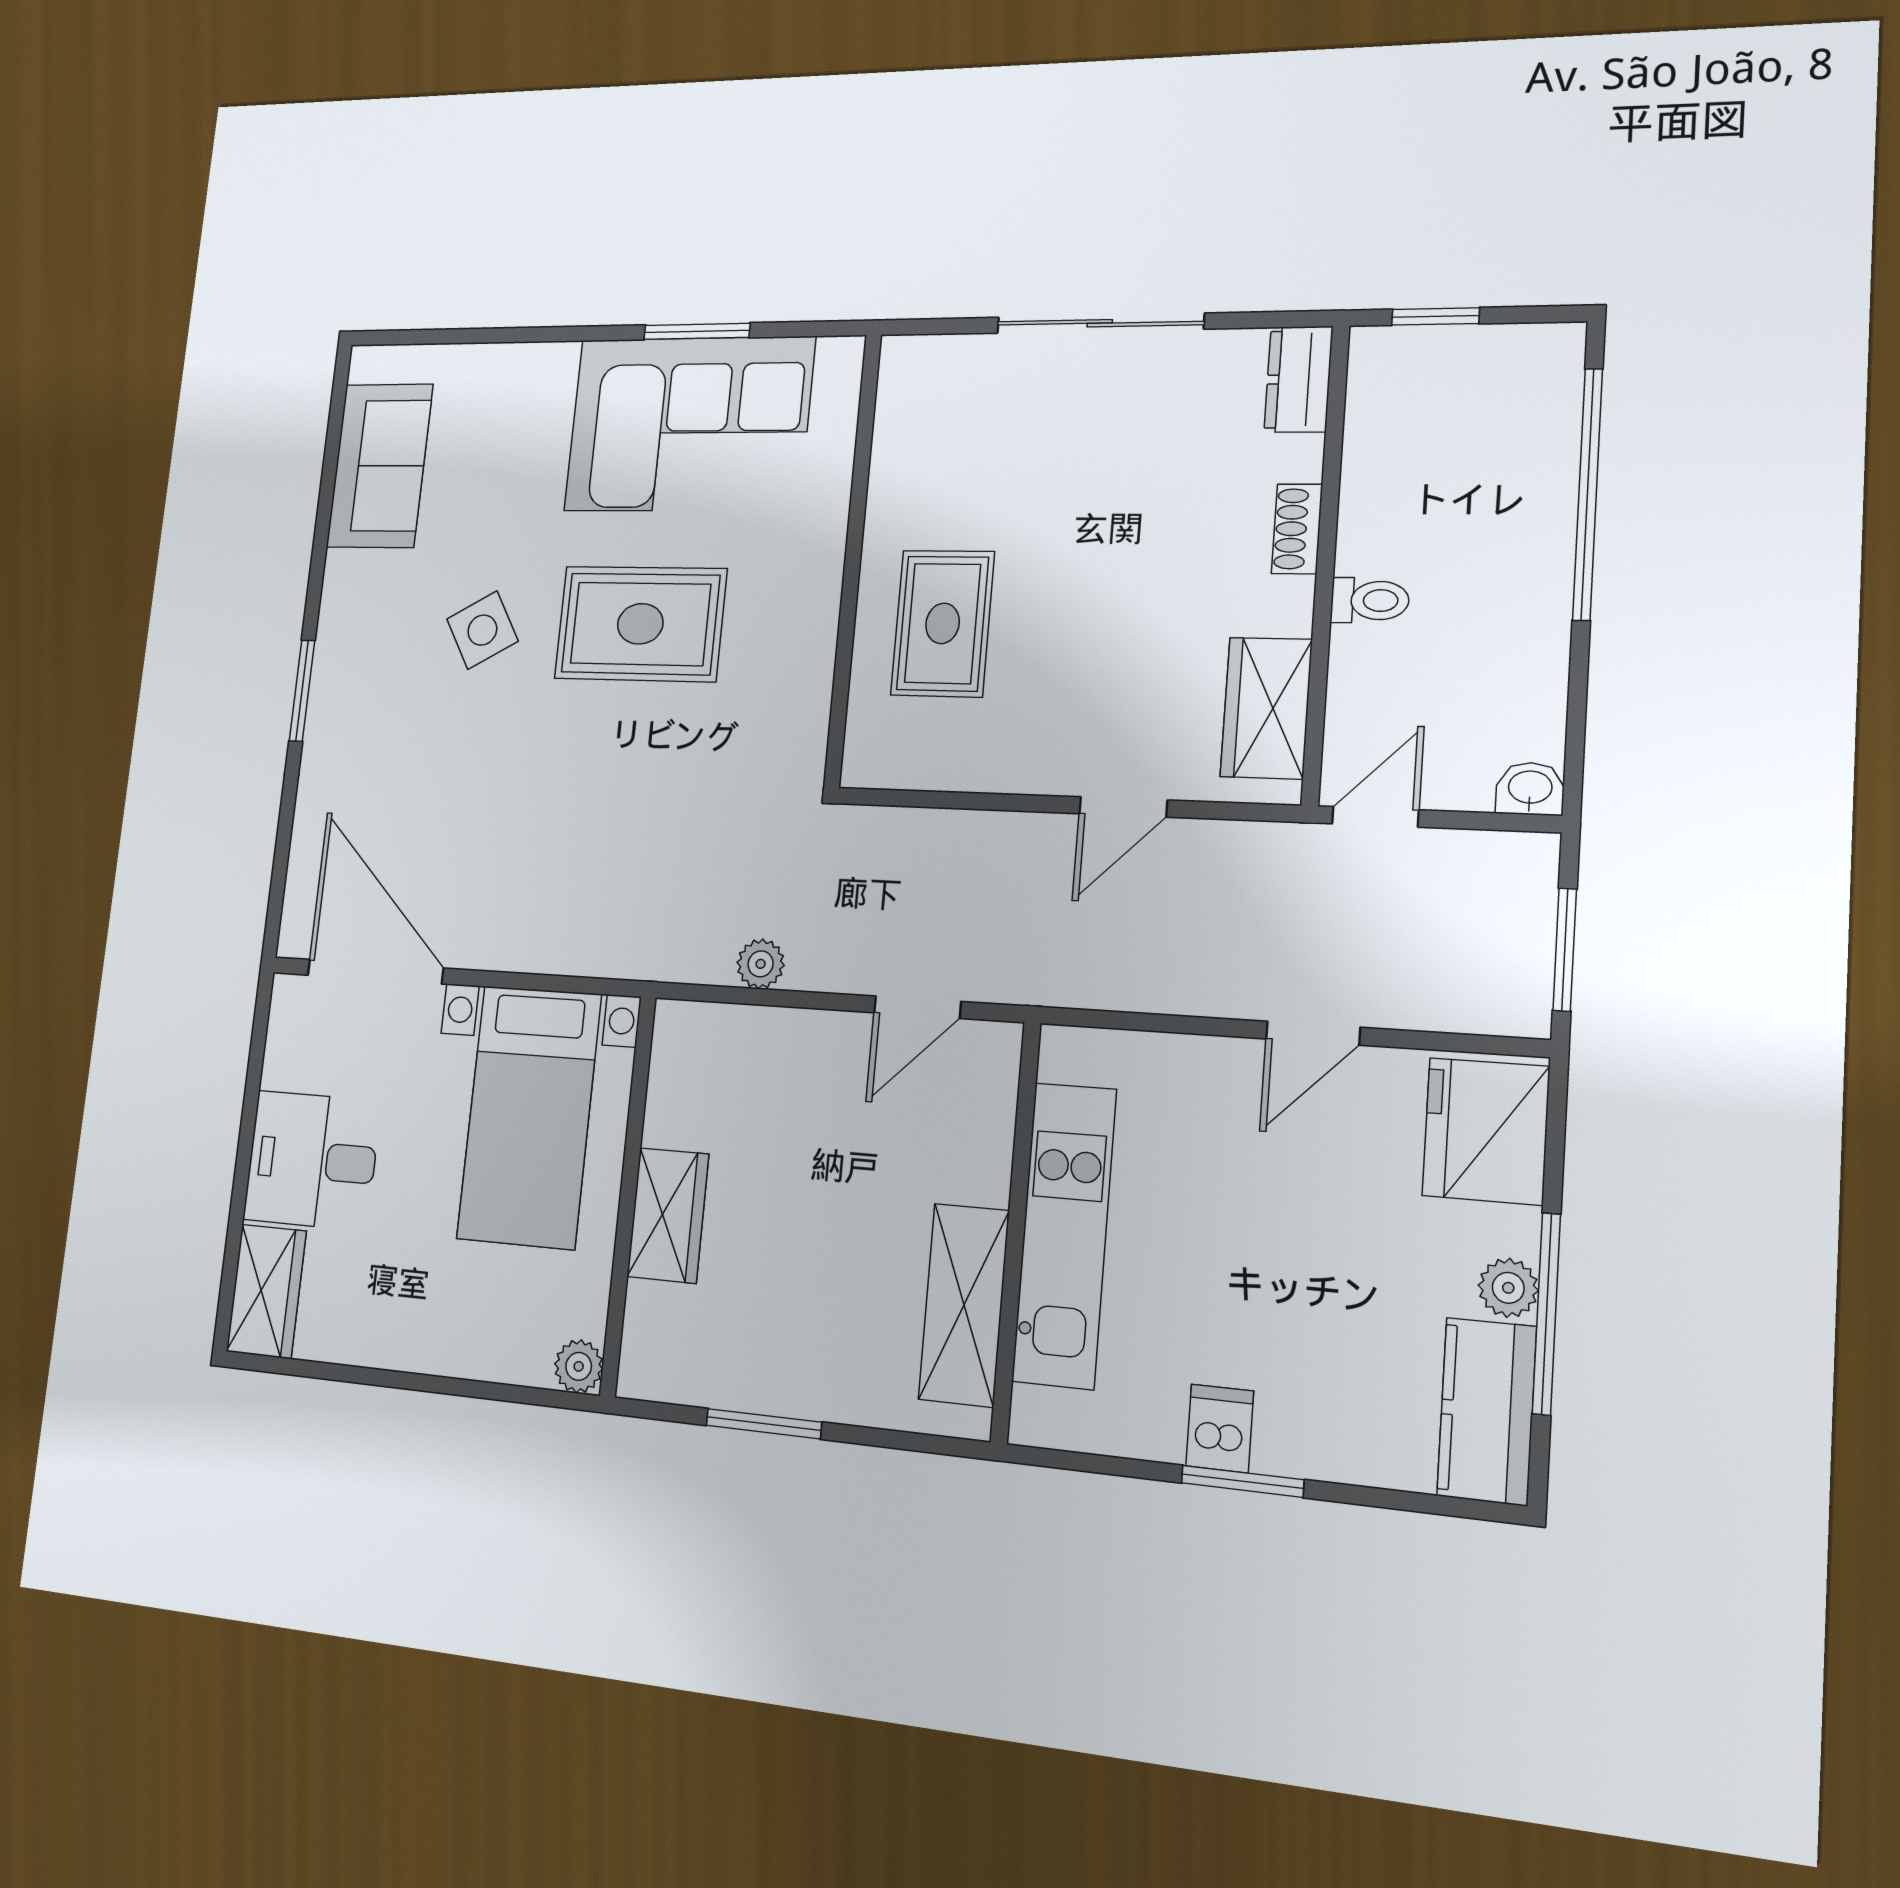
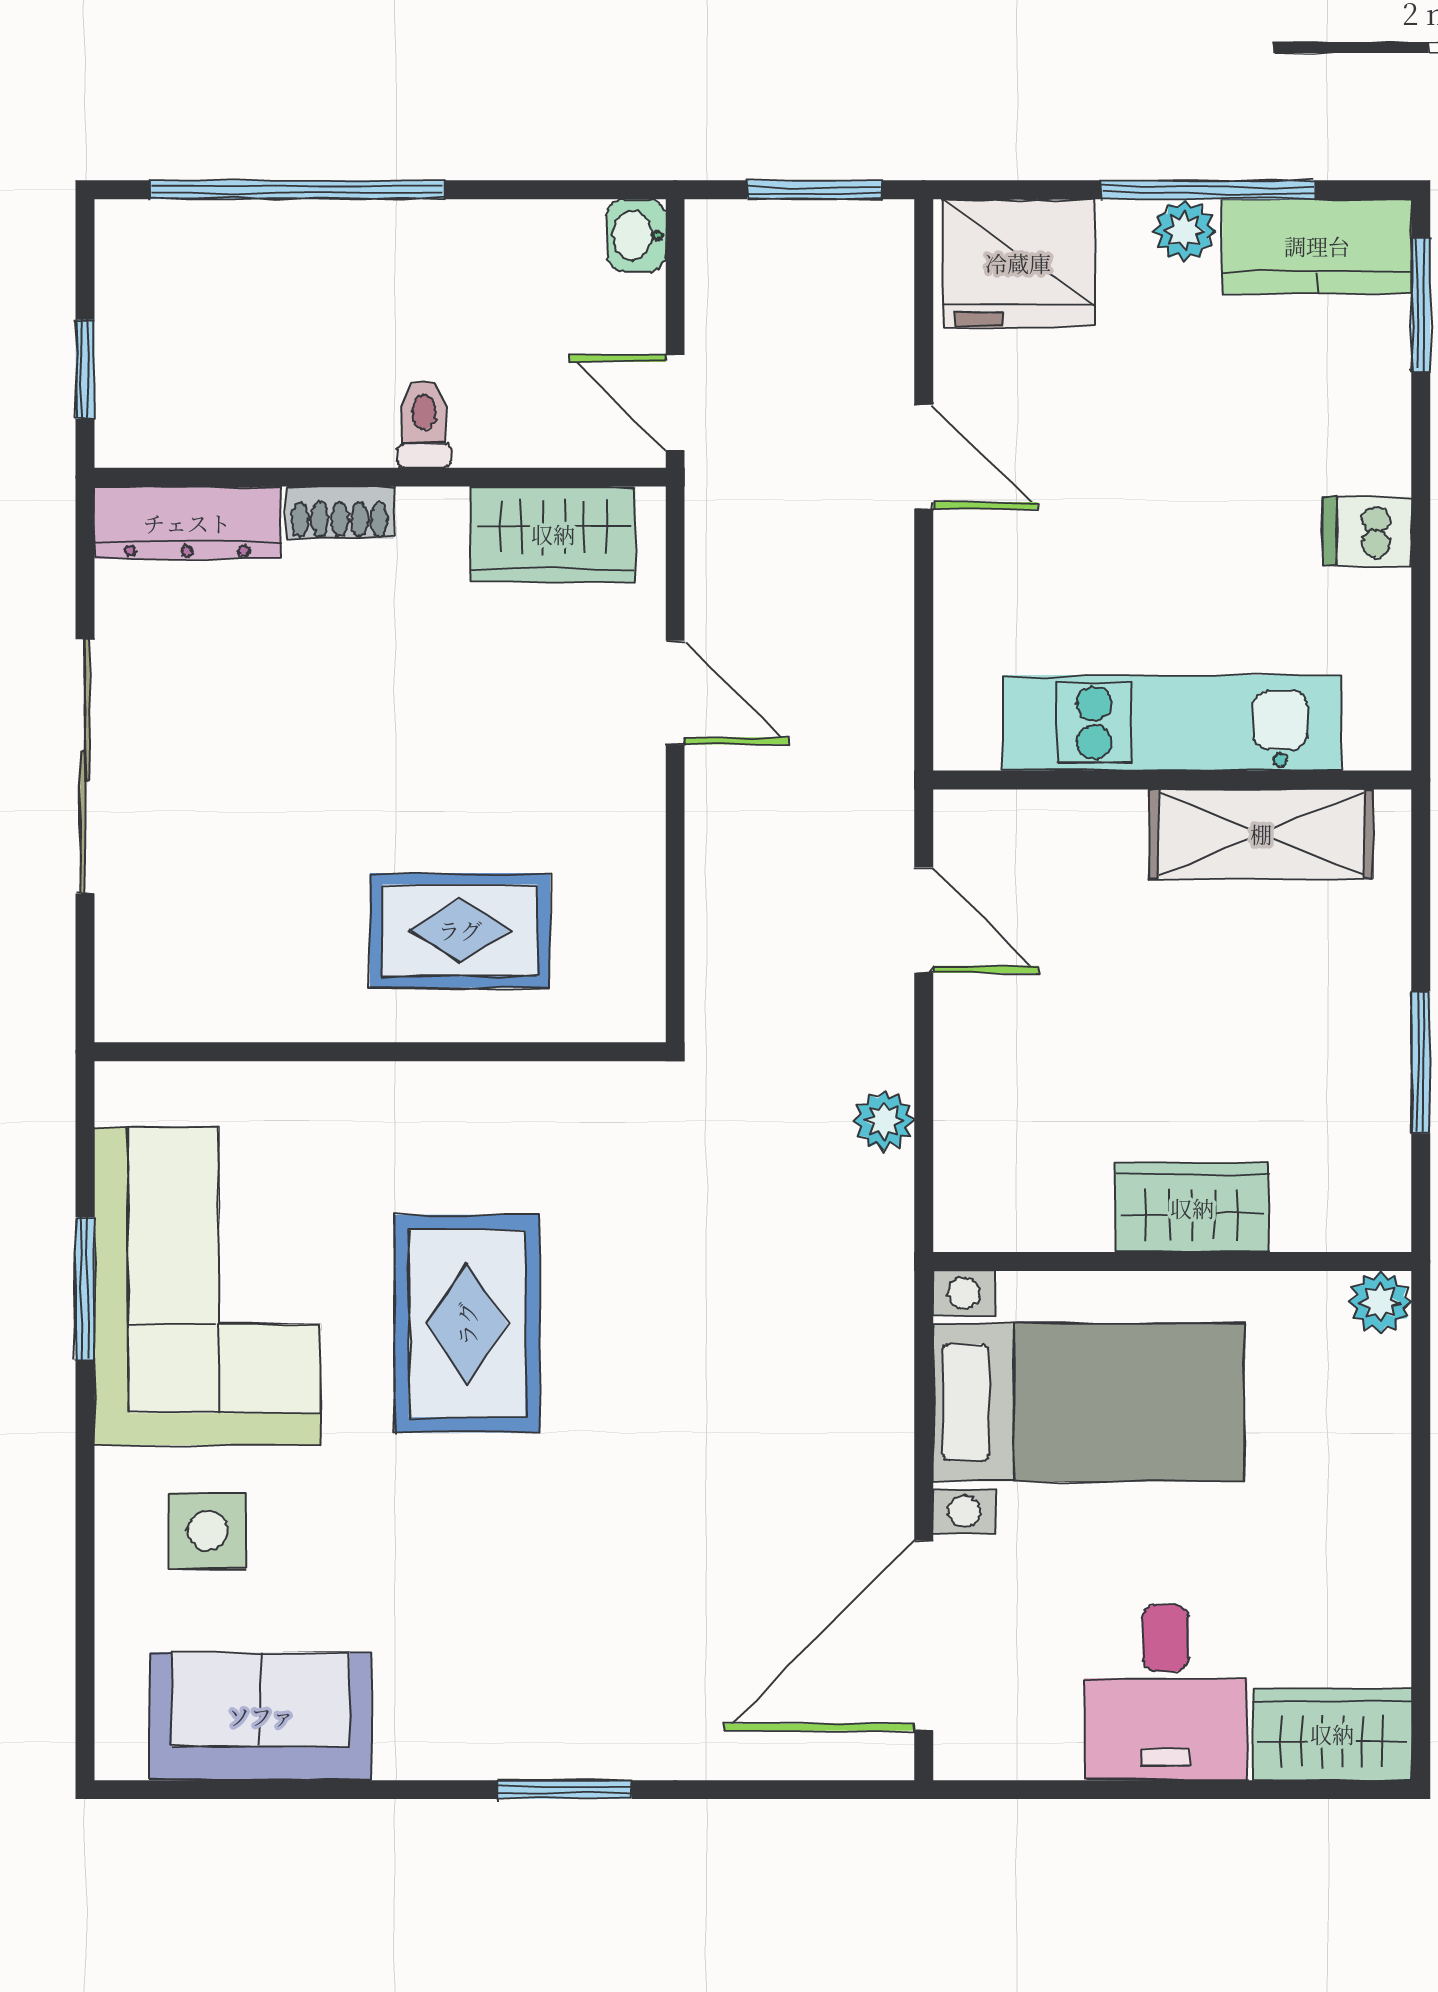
dresser: (1298, 379) -> (187, 523), width x1.44
side table: (482, 630) -> (208, 1531), moved, turned 30
window: (1242, 1481) -> (1421, 304), moved

